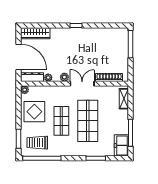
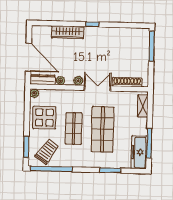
wardrobe: (35, 33) -> (68, 32), moved
trolley: (37, 143) -> (47, 152), turned 125
freezer: (121, 145) -> (139, 152), width x1.40

